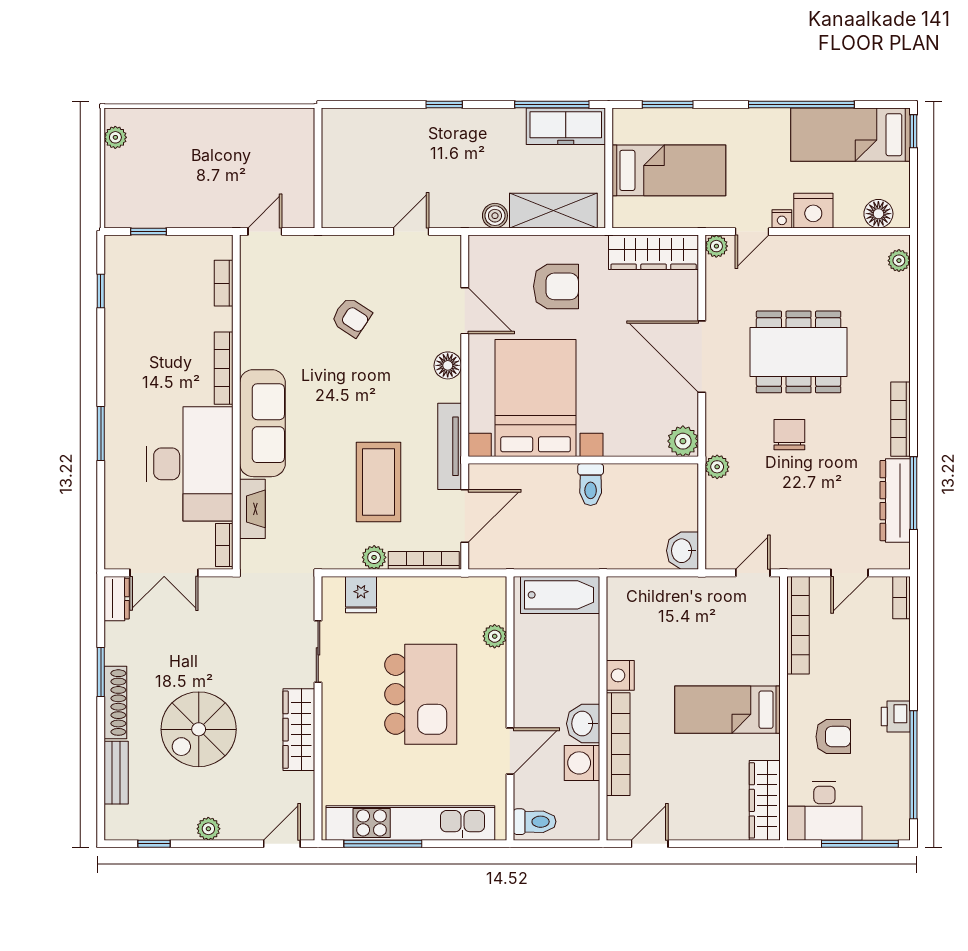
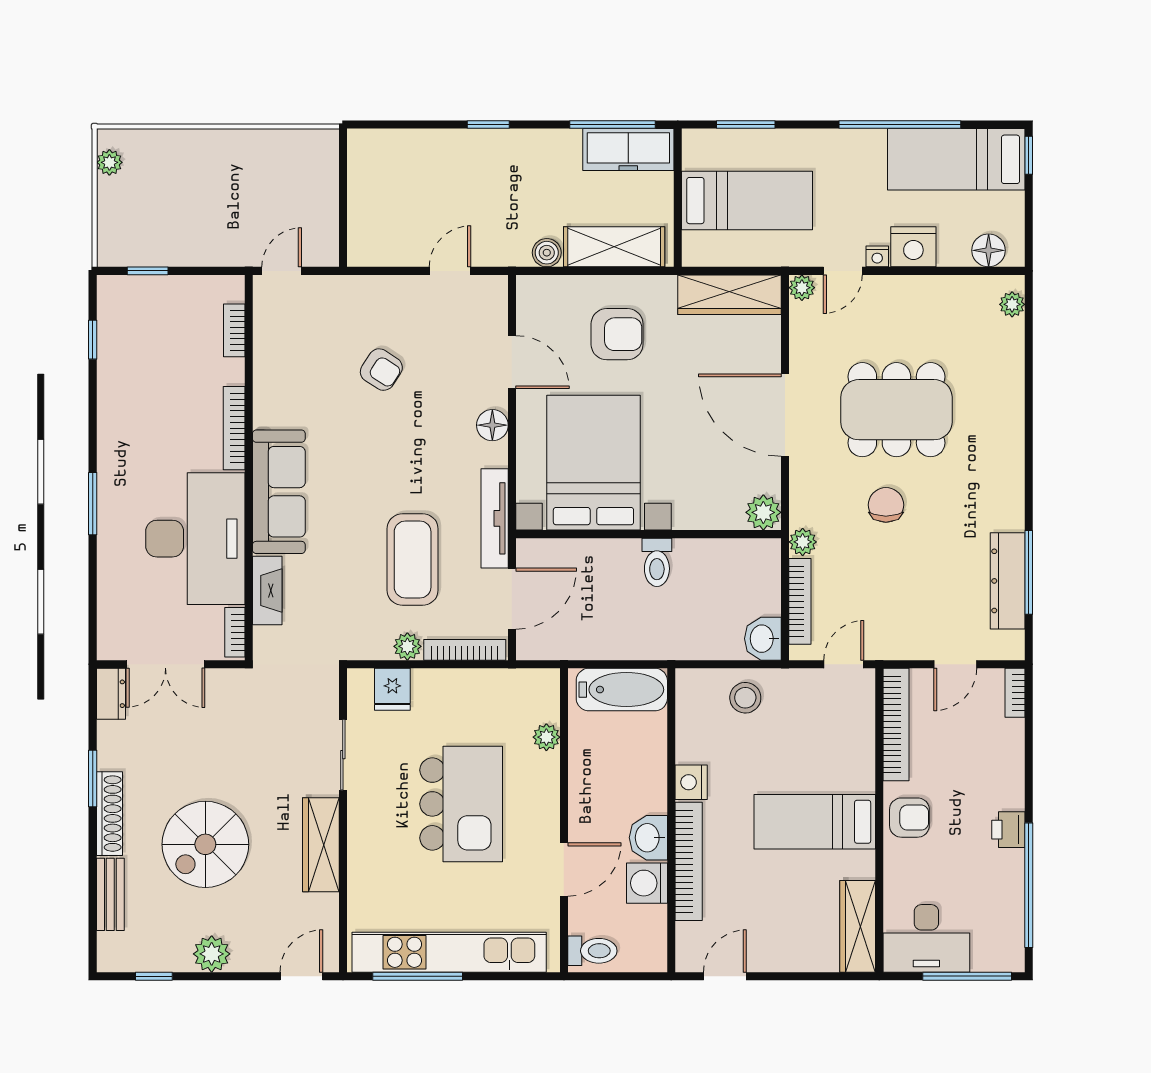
bookcase: (900, 419) -> (800, 601), moved, turned 180
stool: (667, 602) -> (745, 698), added
armchair: (833, 737) -> (909, 818), moved
plant: (208, 829) -> (212, 954), width x1.38, depth x1.38

